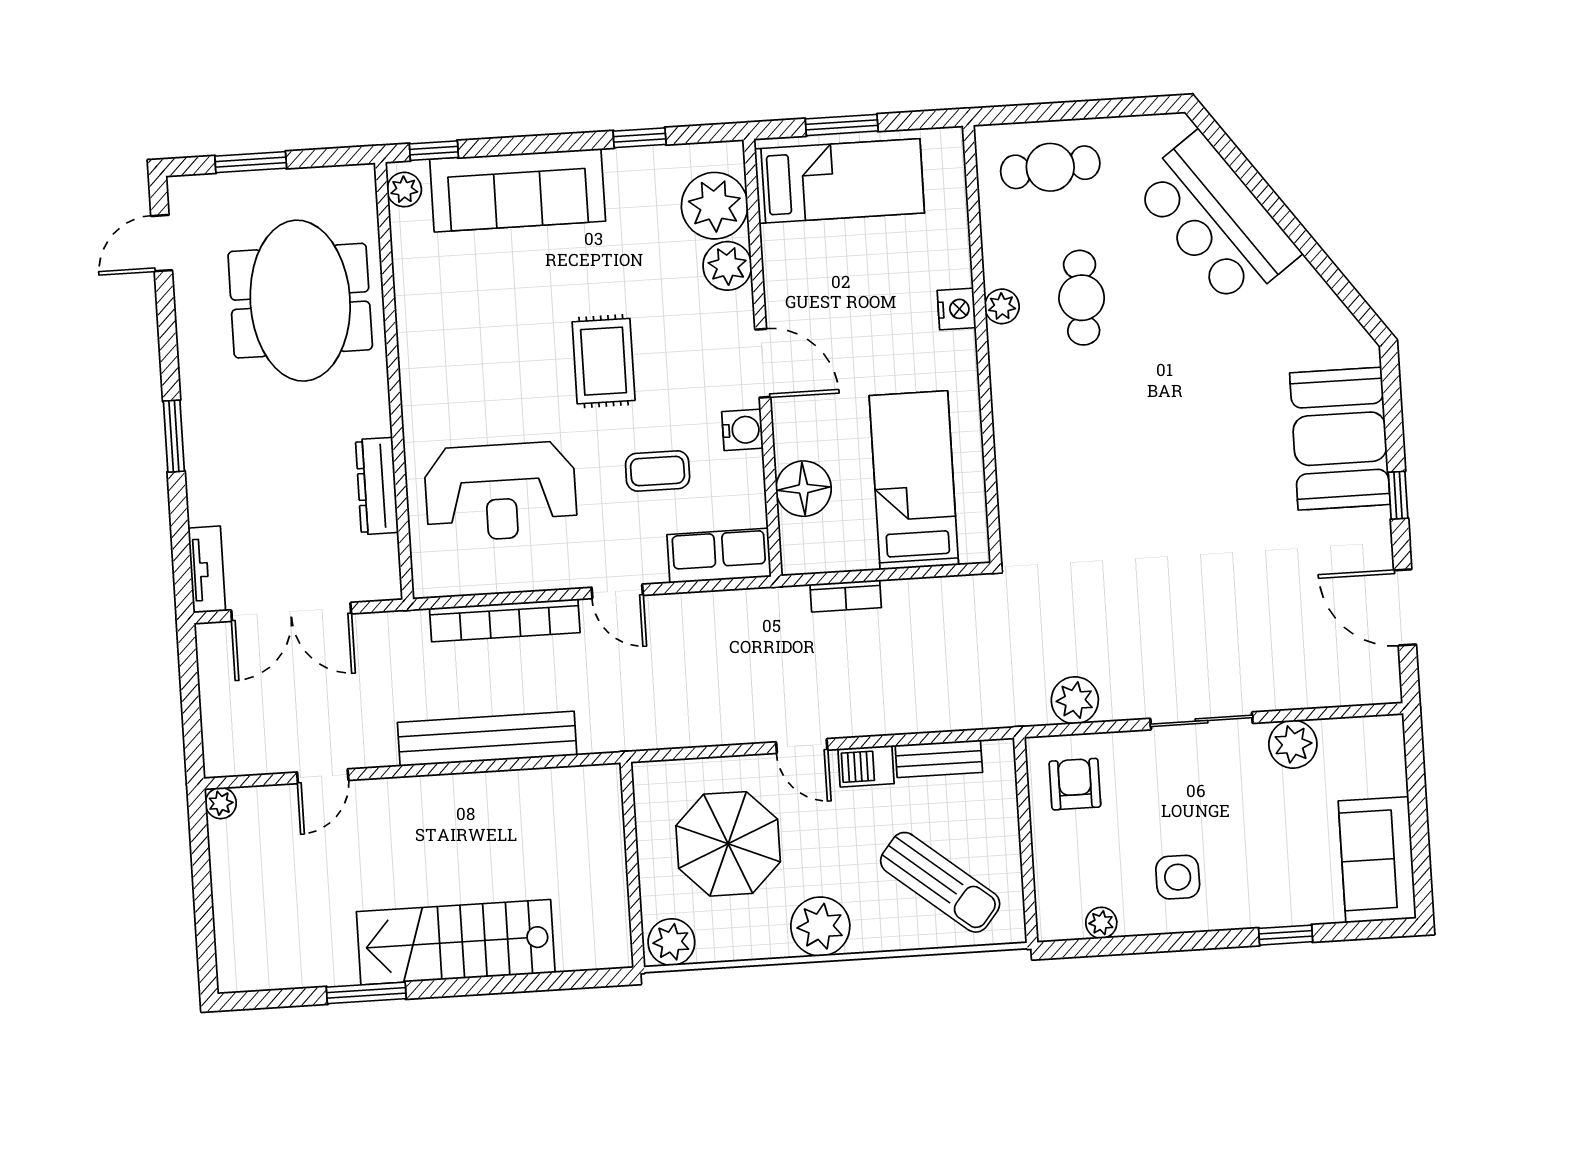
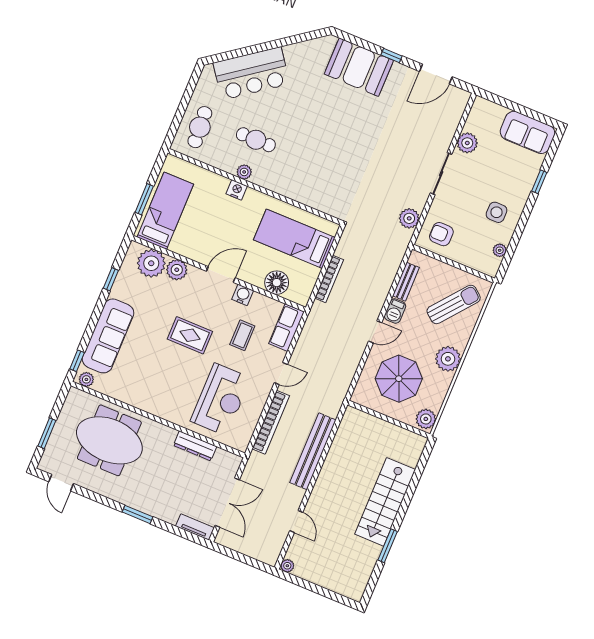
bookcase: (846, 596) -> (329, 279), width x1.56

